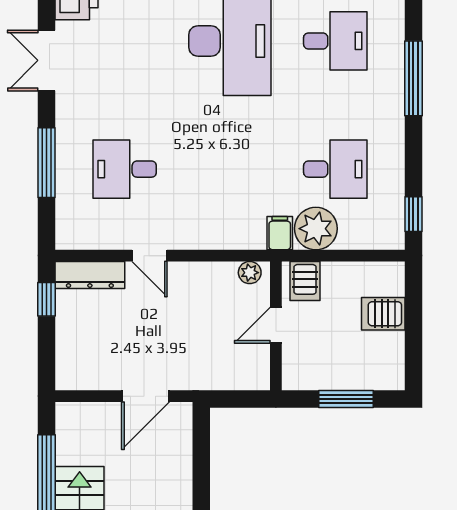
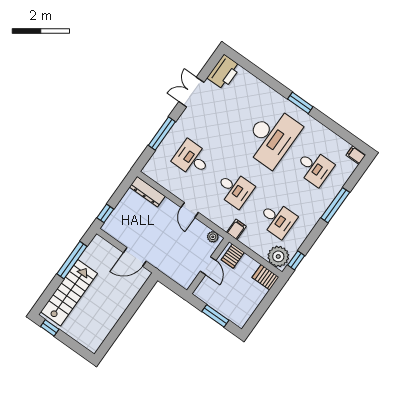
desk: (230, 169) -> (235, 189), added
plant: (316, 229) -> (278, 256), moved
door: (150, 256) -> (190, 210), moved
window: (46, 299) -> (105, 213), moved
server rack: (383, 314) -> (265, 277), moved
door: (276, 325) -> (208, 266), swing flipped

